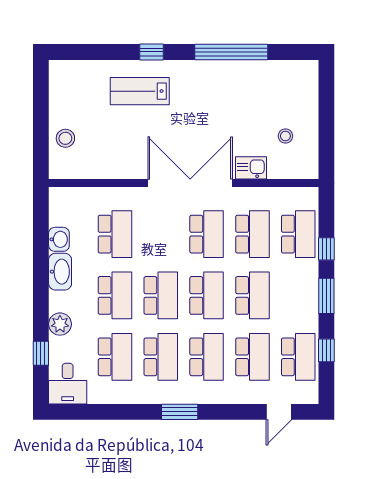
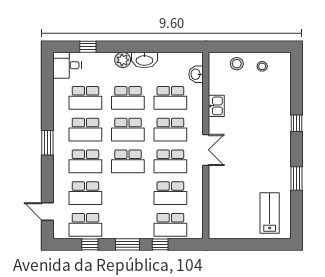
window: (231, 52) -> (297, 178), width x0.47
lab bench: (140, 91) -> (270, 213), moved
stool: (285, 136) -> (262, 66), moved
kitchen sink: (251, 168) -> (216, 106), moved
double door: (190, 183) -> (206, 150), width x0.54
washbasin: (59, 239) -> (196, 74), moved, turned 90
school desk: (252, 295) -> (170, 130), moved
plant: (60, 324) -> (123, 60), moved

